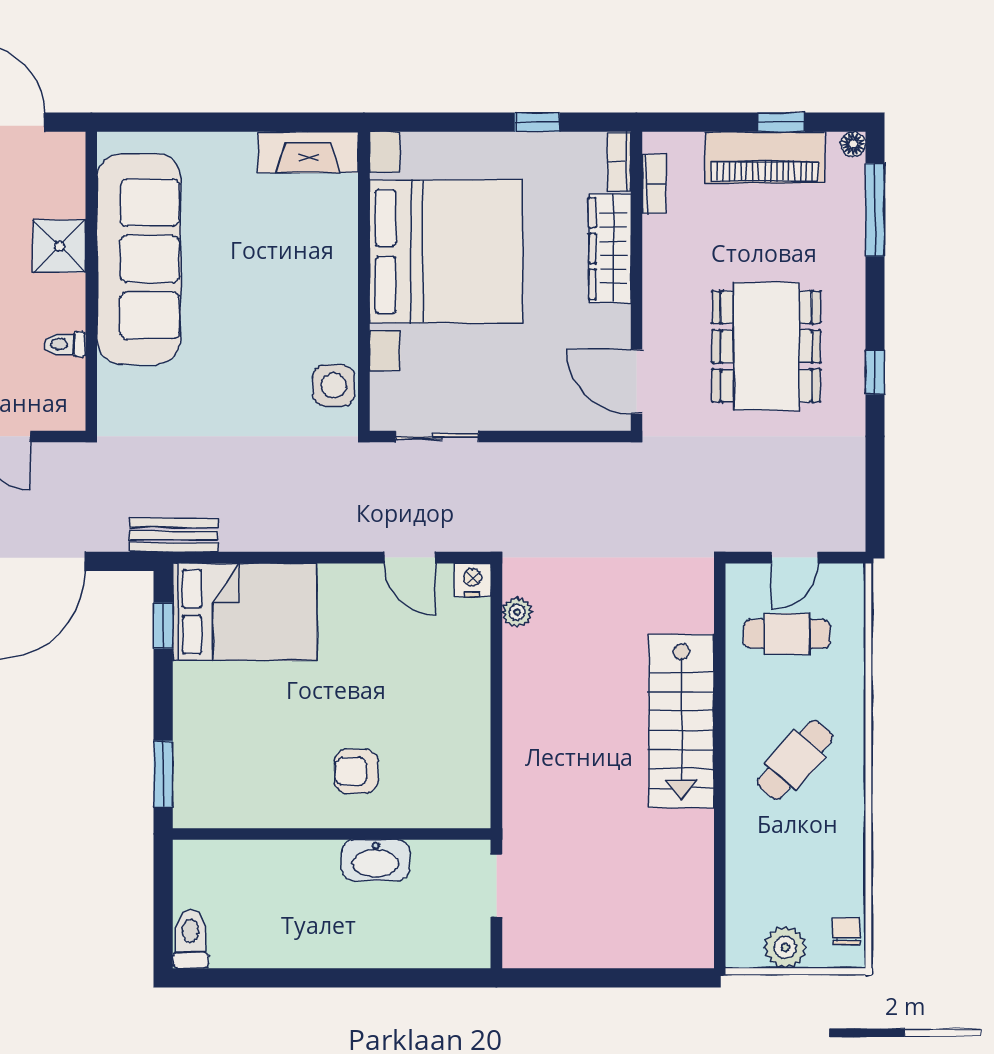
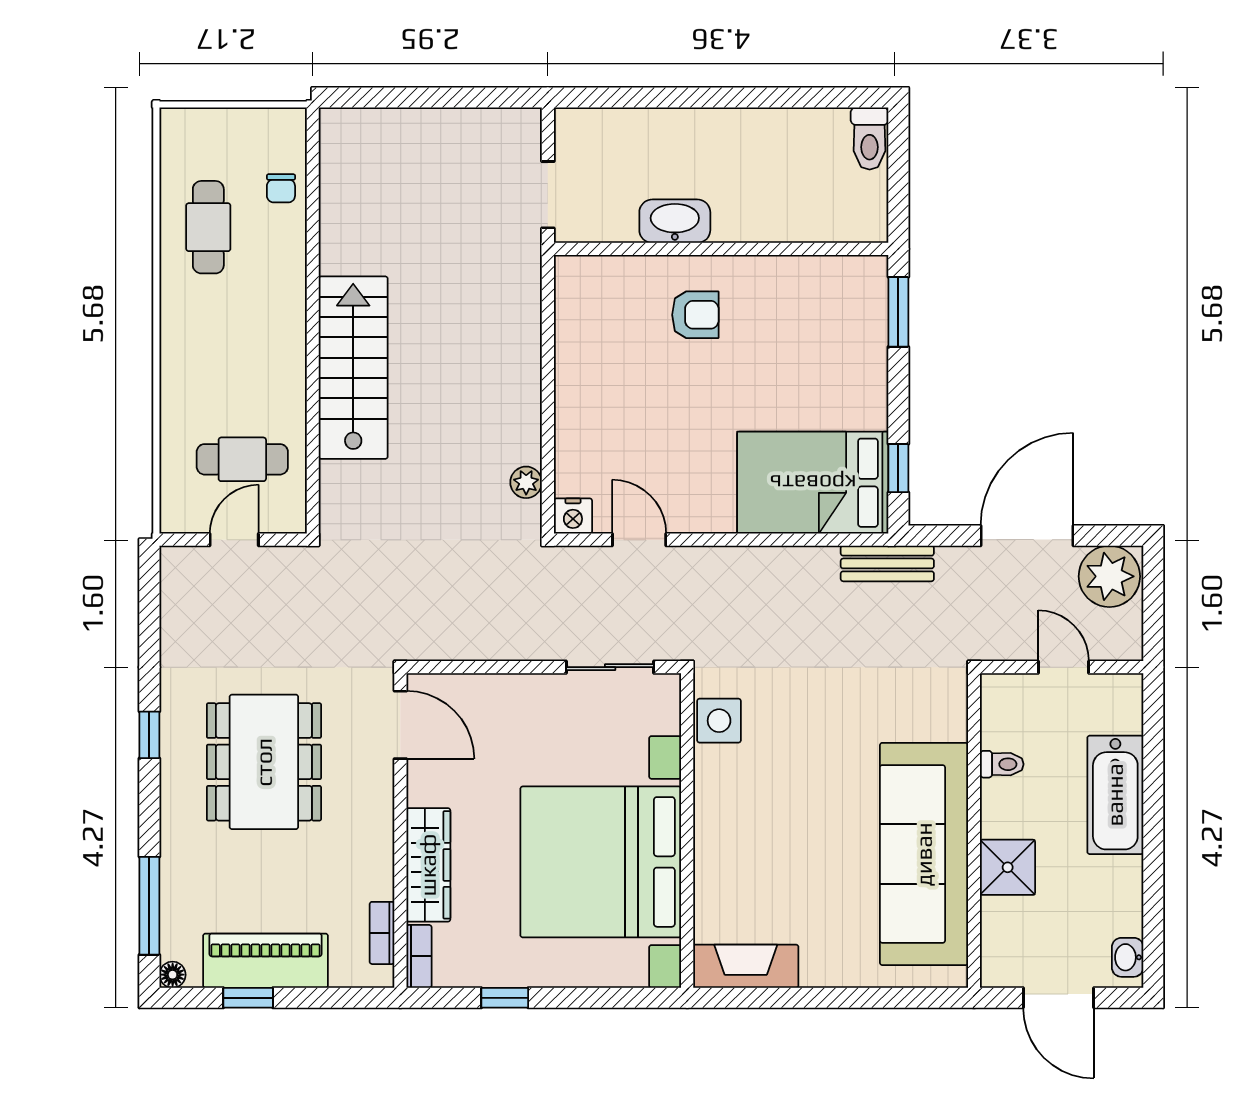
cafe table: (795, 760) -> (208, 227), moved, turned -42
chair: (846, 931) -> (281, 188), moved
plant: (785, 947) -> (244, 130), removed

